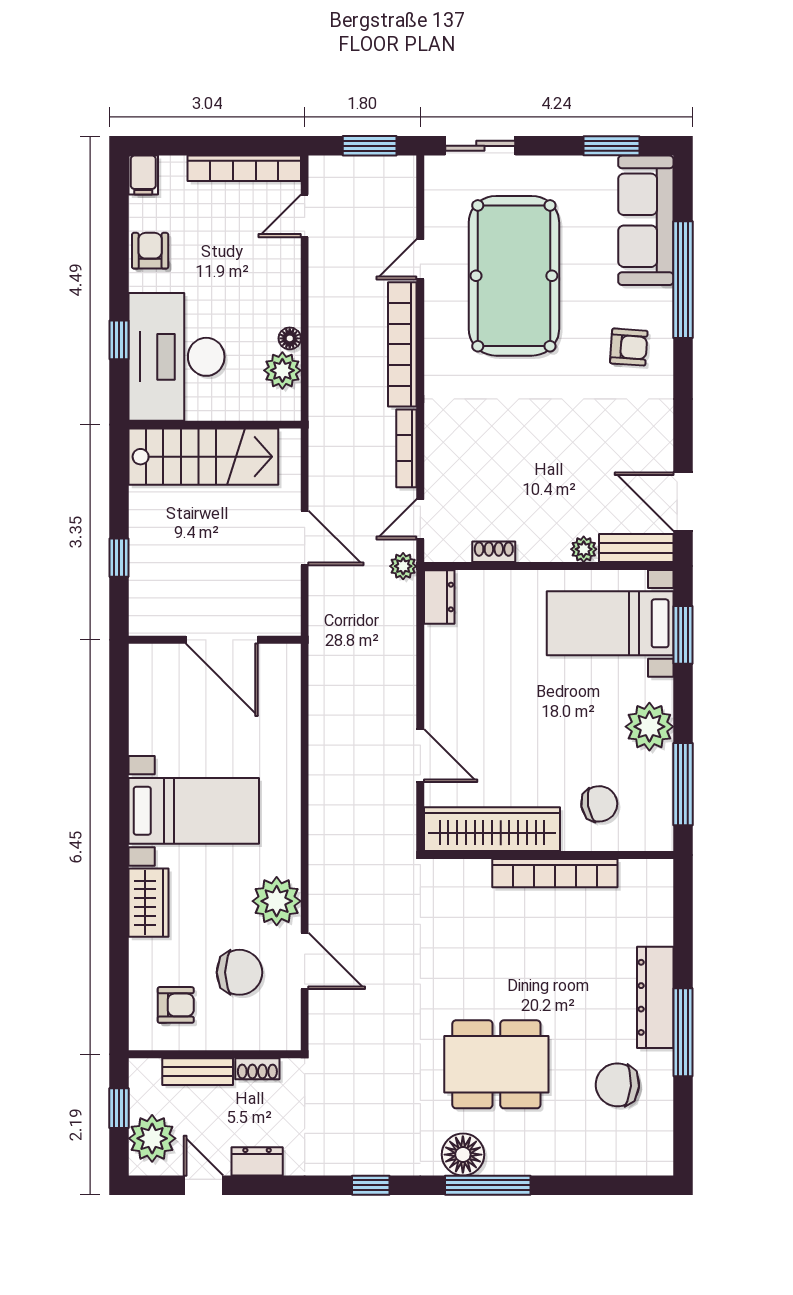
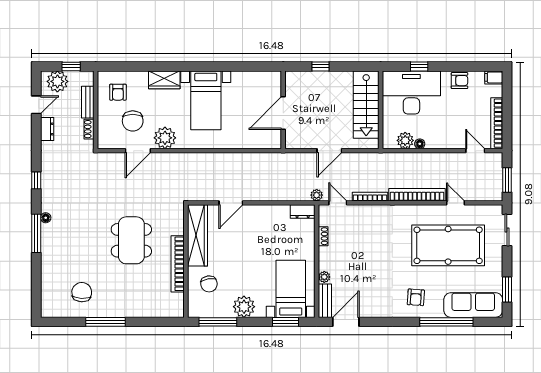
dresser: (655, 997) -> (121, 309), removed
dining table: (496, 1064) -> (131, 240), moved
floor lamp: (463, 1155) -> (46, 218), width x0.53, depth x0.53

